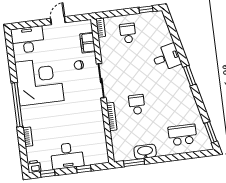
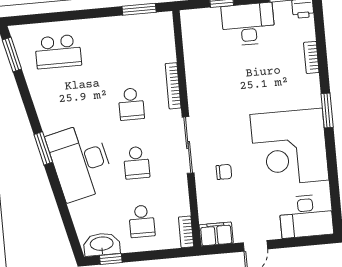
filing cabinet: (87, 43) -> (216, 234), moved, turned -90
desk: (167, 57) -> (80, 162), width x1.87, depth x1.30
school desk: (132, 69) -> (137, 163), added
window: (17, 105) -> (327, 110), width x0.47
washbasin: (145, 152) -> (102, 244), moved, turned 180

